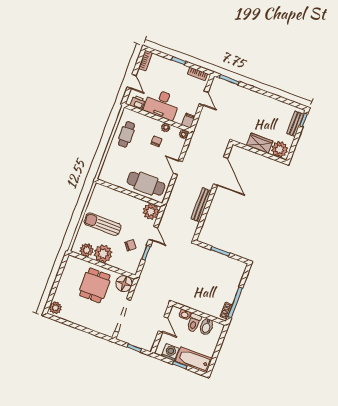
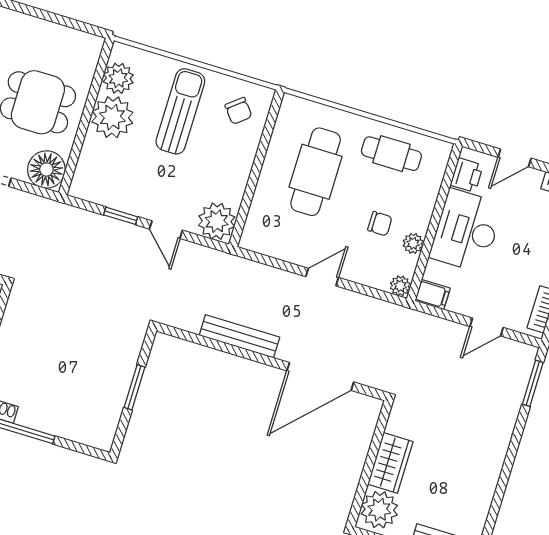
cafe table: (146, 184) -> (316, 172), moved
door: (153, 234) -> (166, 230), hinge flipped
chair: (130, 245) -> (238, 111), moved

